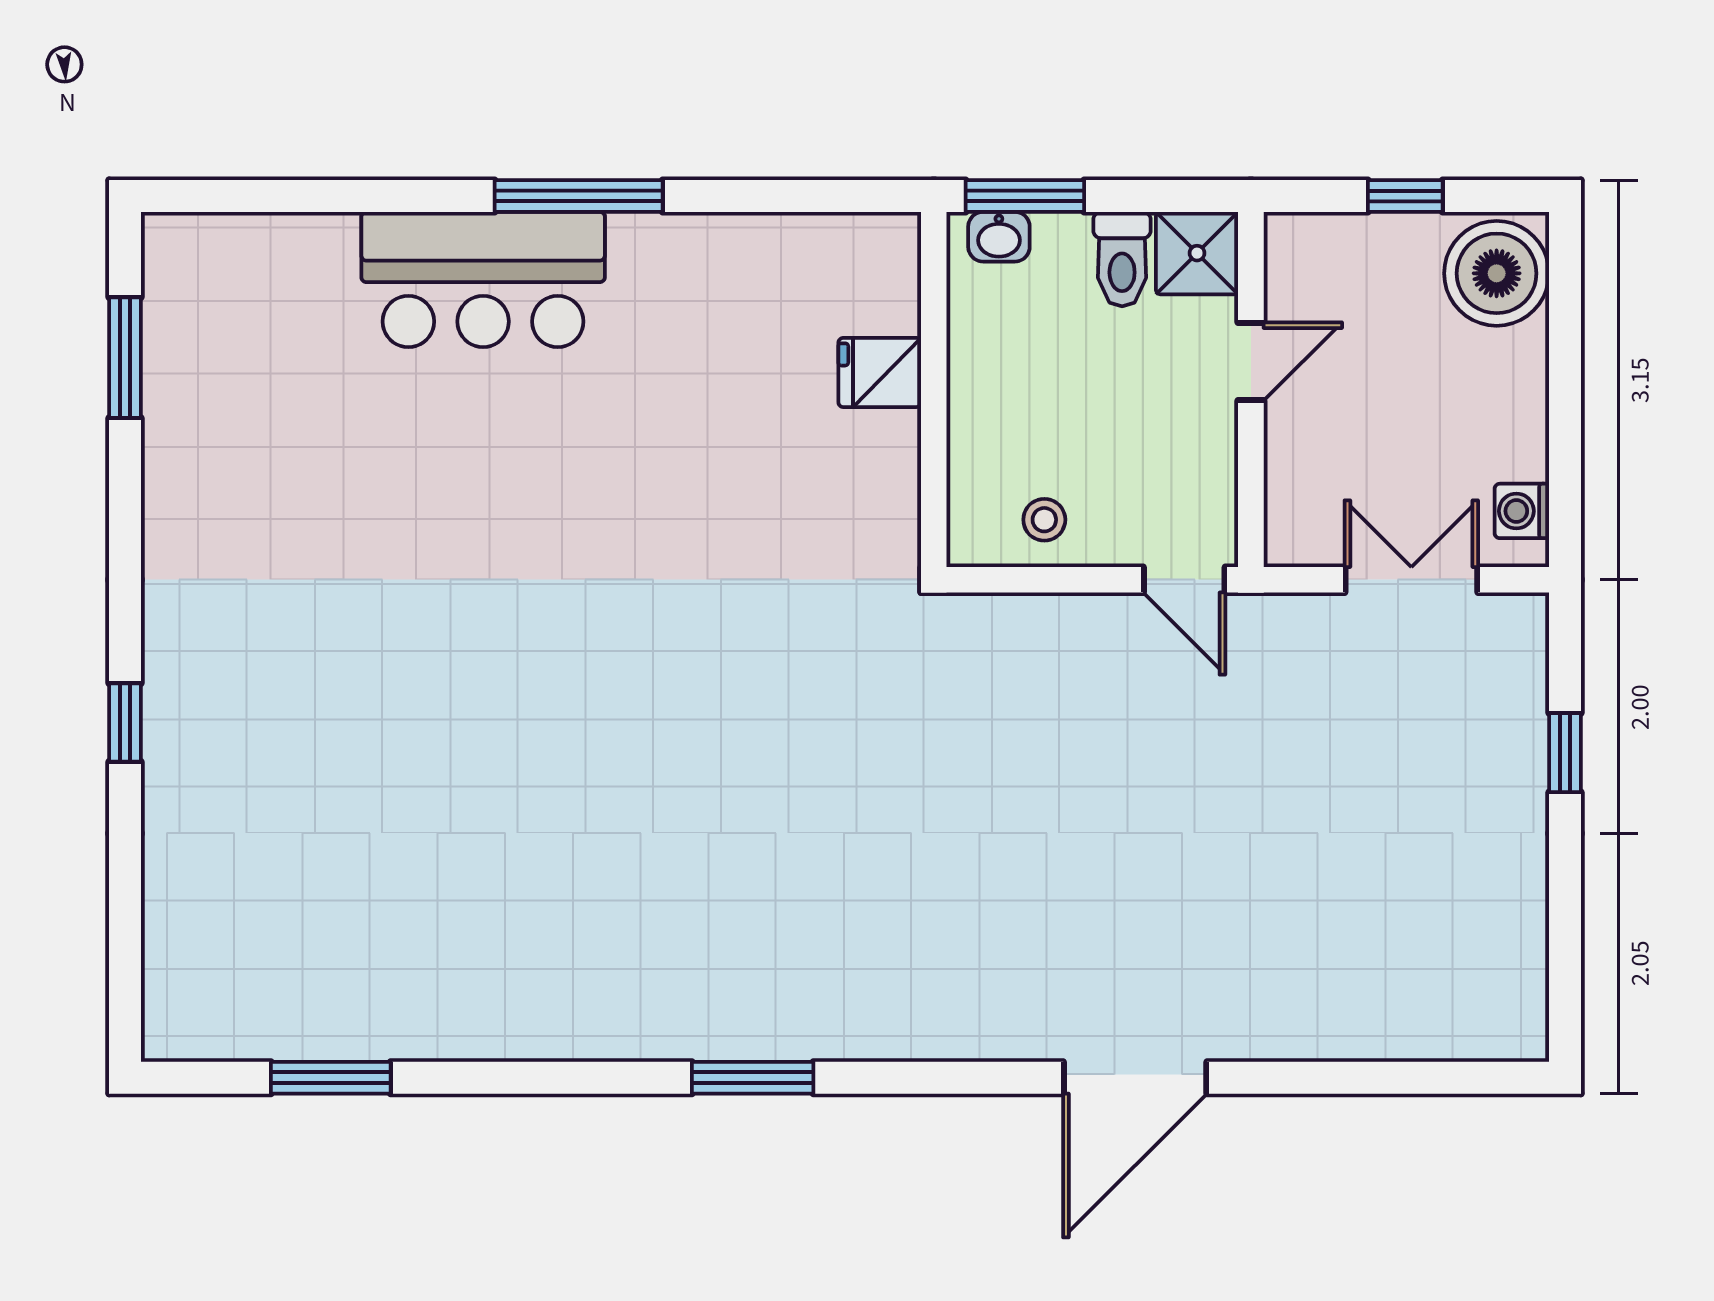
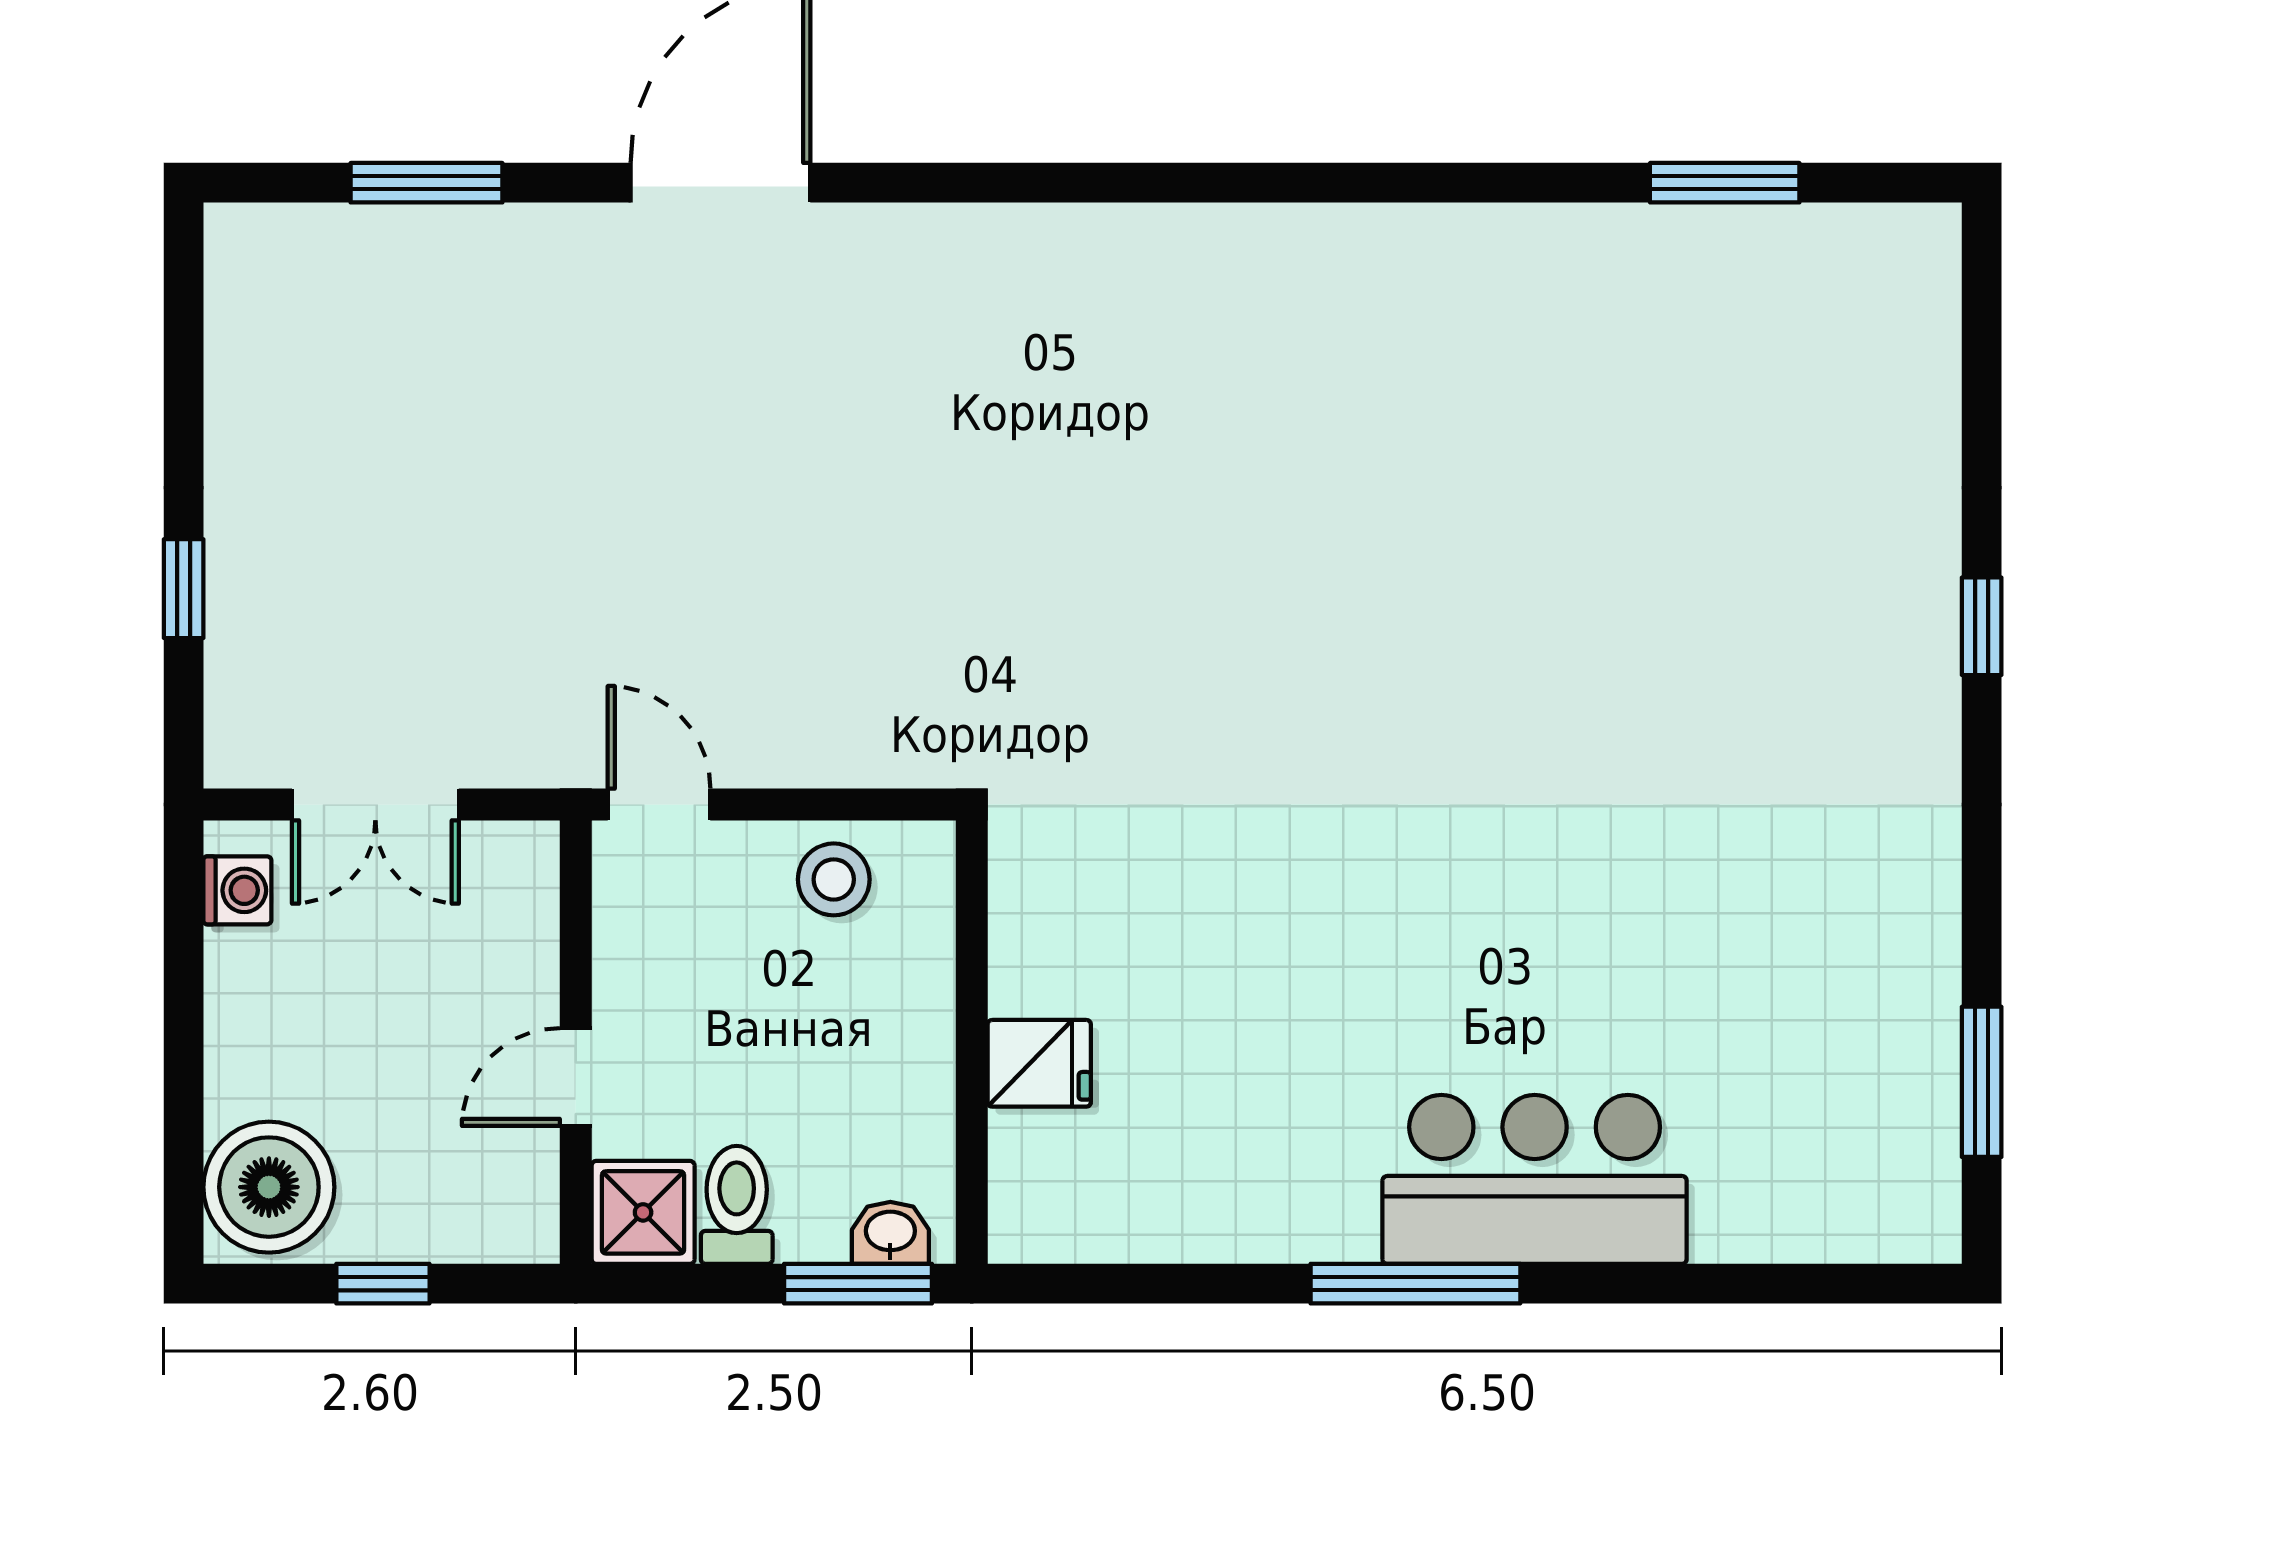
stool: (1044, 520) -> (834, 879), width x1.37, depth x1.37
window: (753, 1078) -> (427, 183), moved

